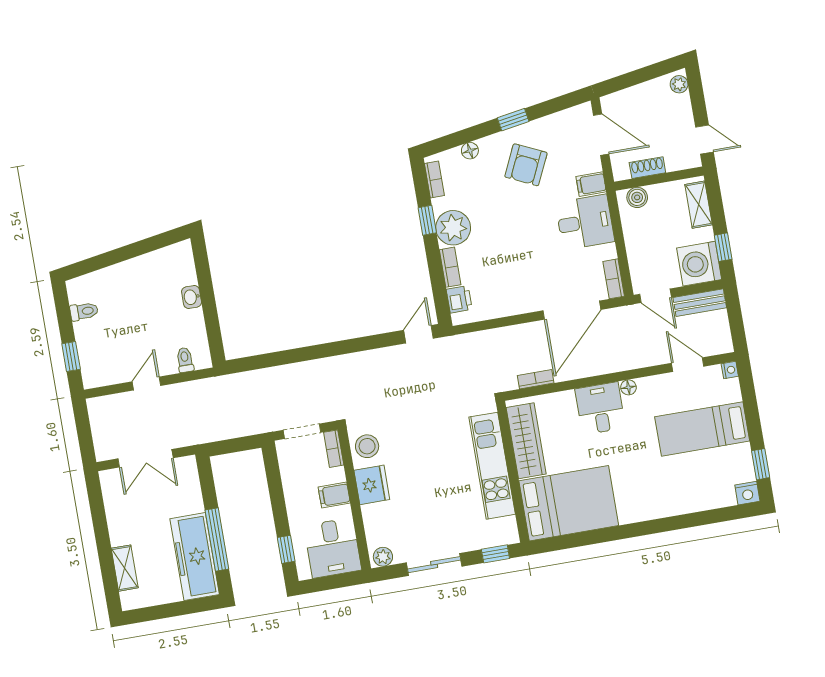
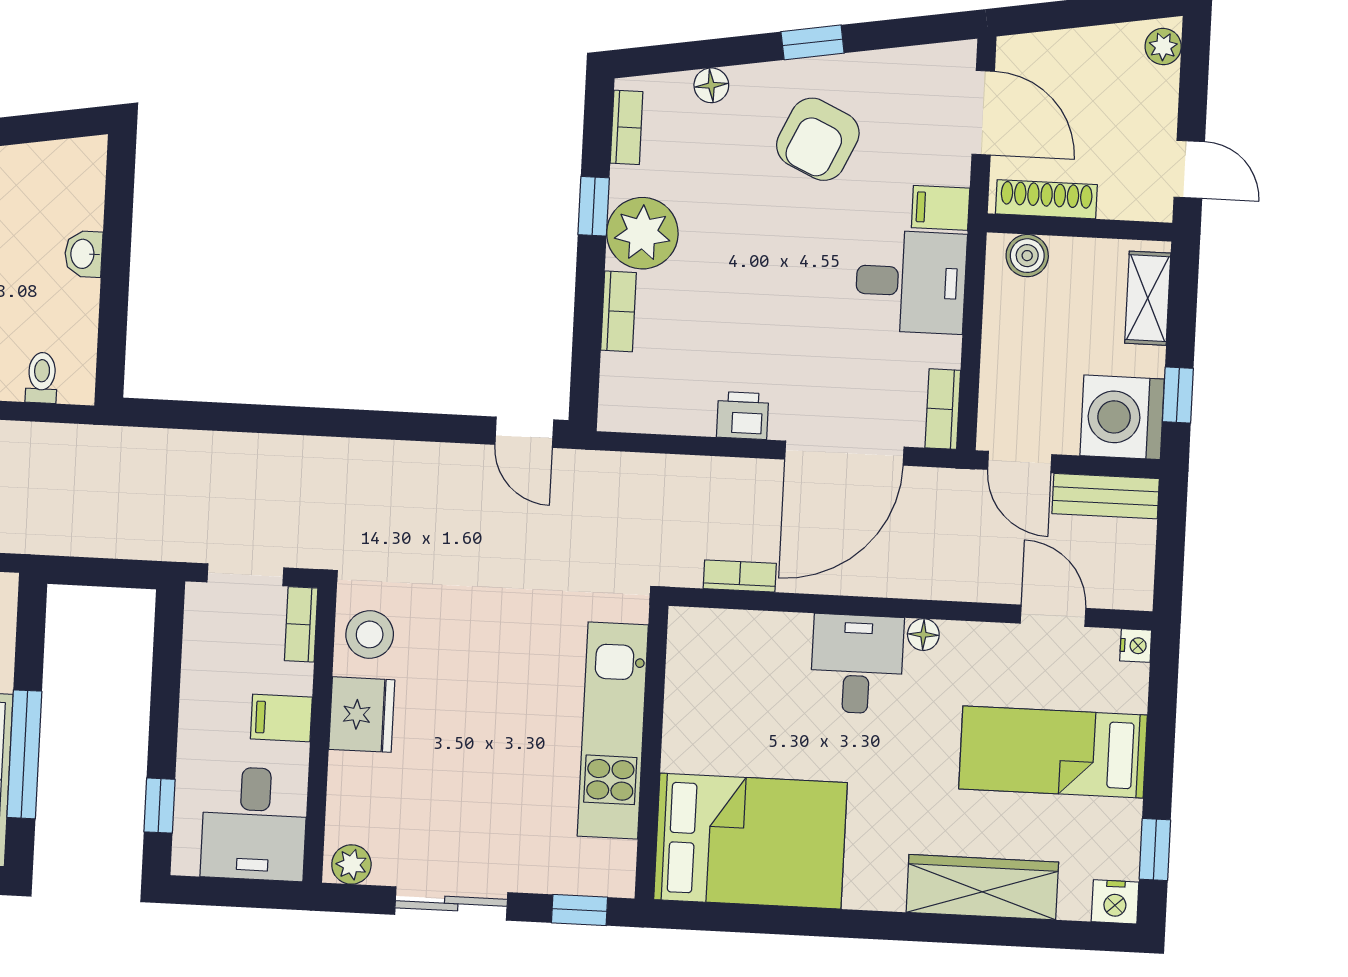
shoe rack: (647, 168) -> (1046, 199), width x1.43
printer: (459, 299) -> (743, 416), moved, turned -90
door: (419, 334) -> (524, 432), swing flipped
wardrobe: (526, 441) -> (982, 887), moved, turned -90

